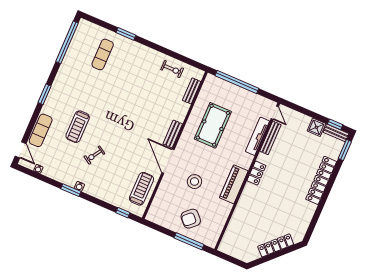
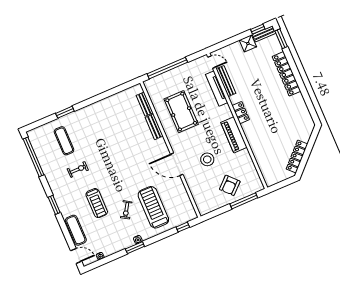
exercise bike: (172, 69) -> (78, 169), moved
bench: (173, 134) -> (154, 127), moved
treadmill: (141, 189) -> (153, 207), moved, width x1.37, depth x1.38
locker: (276, 245) -> (297, 156), moved

